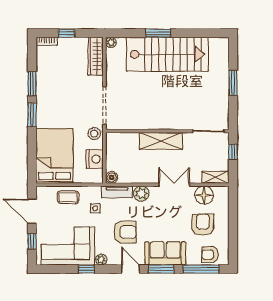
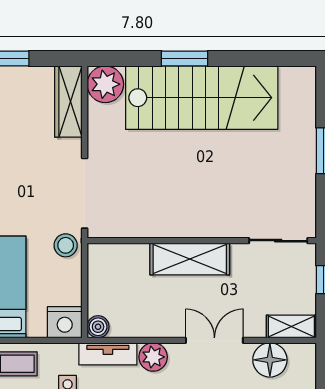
plant: (111, 42) -> (105, 84), width x1.88, depth x1.88
nightstand: (95, 159) -> (65, 322), moved, turned 90

